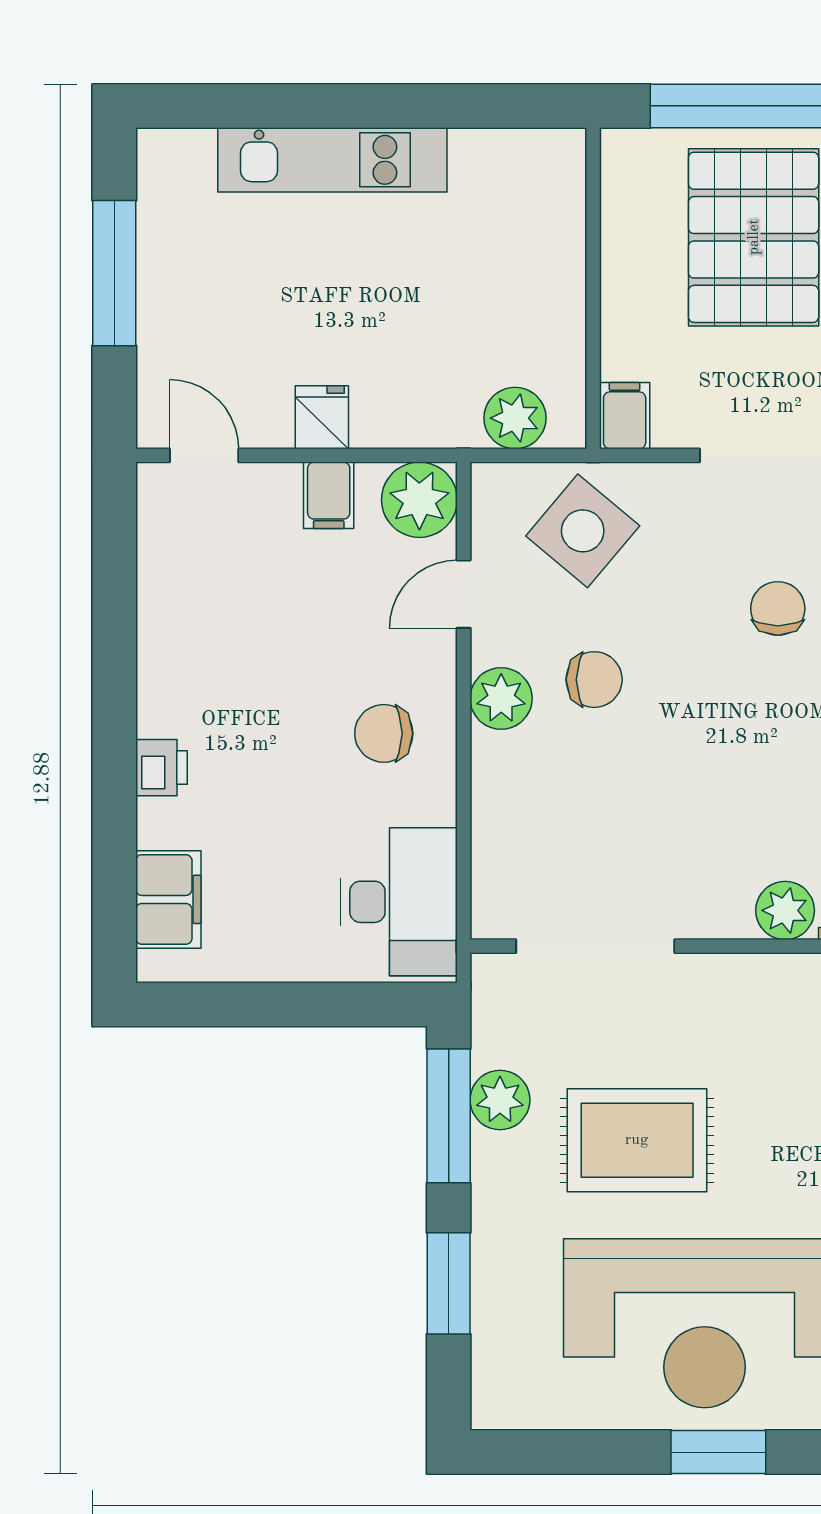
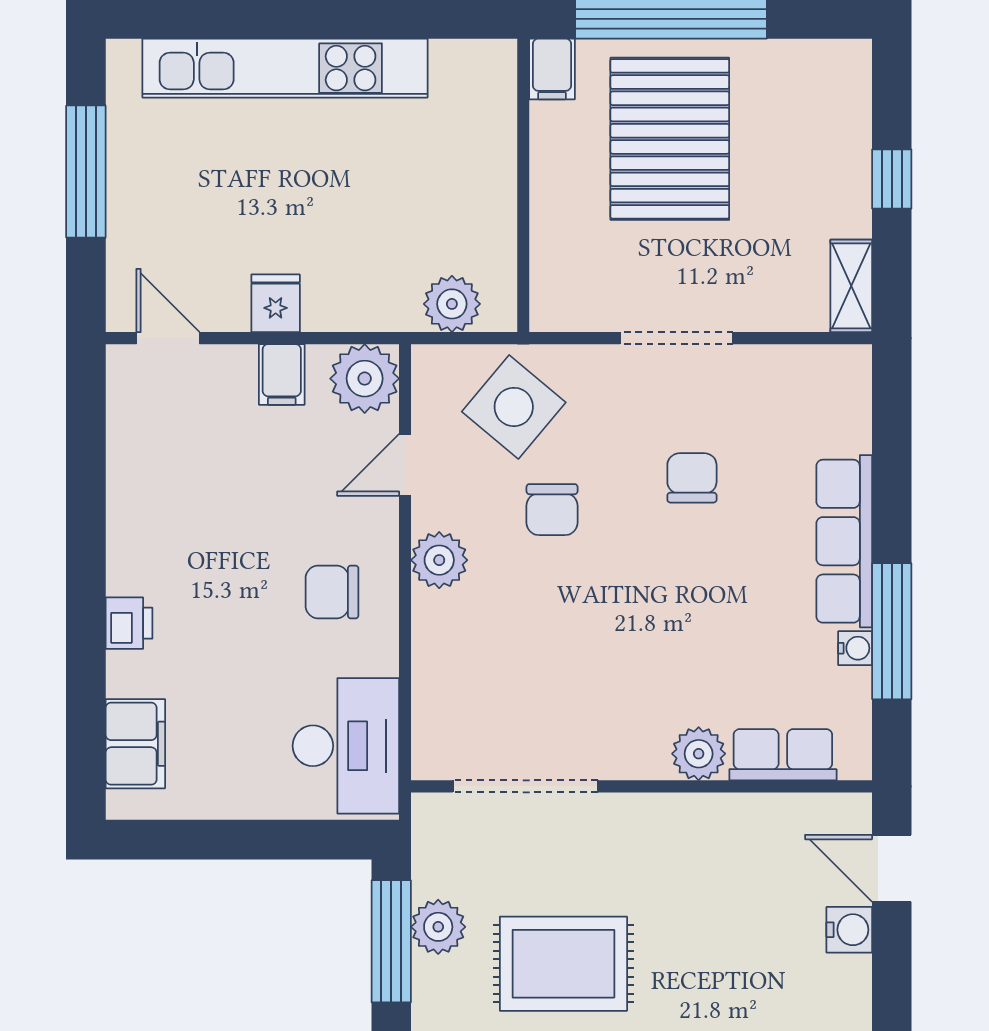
kitchen unit: (332, 160) -> (285, 68), width x1.36
filing cabinet: (625, 416) -> (552, 69), moved, turned 180
chair: (594, 680) -> (552, 510), moved, turned 90

